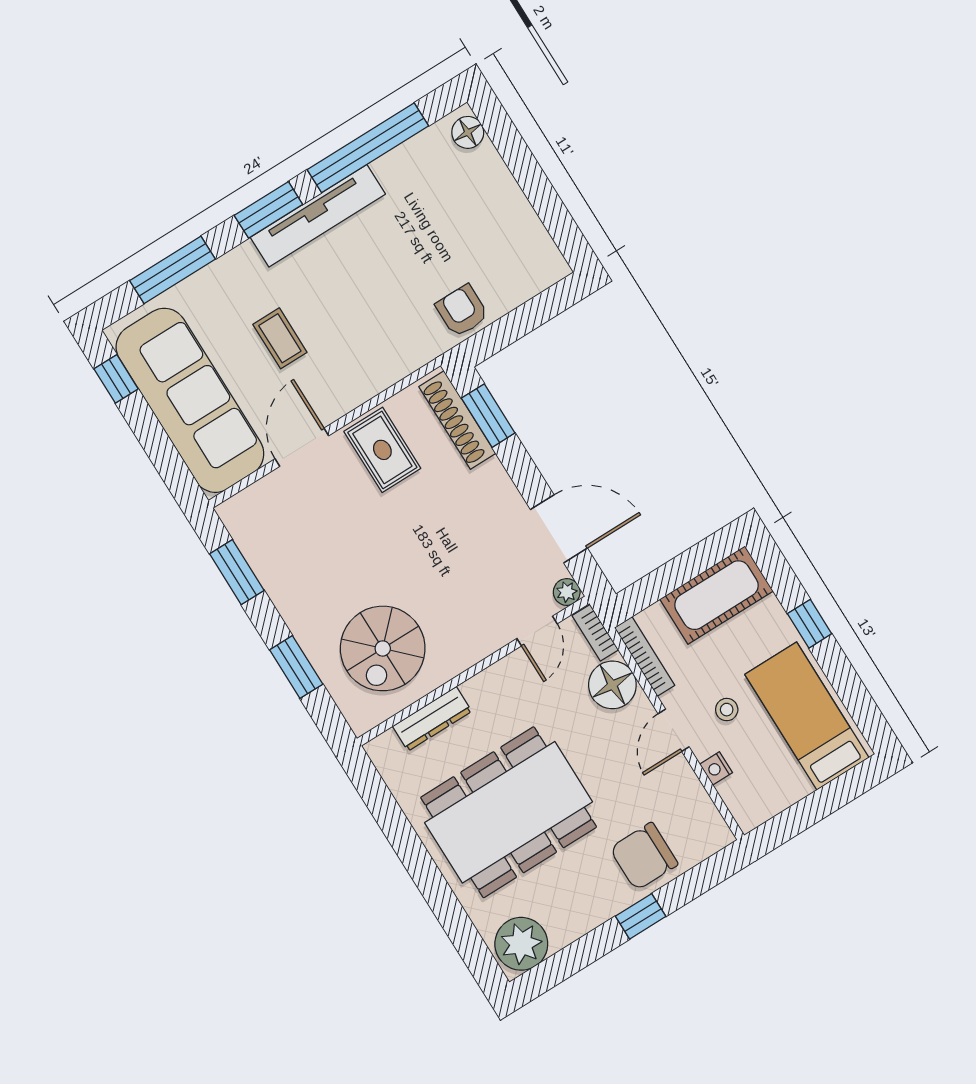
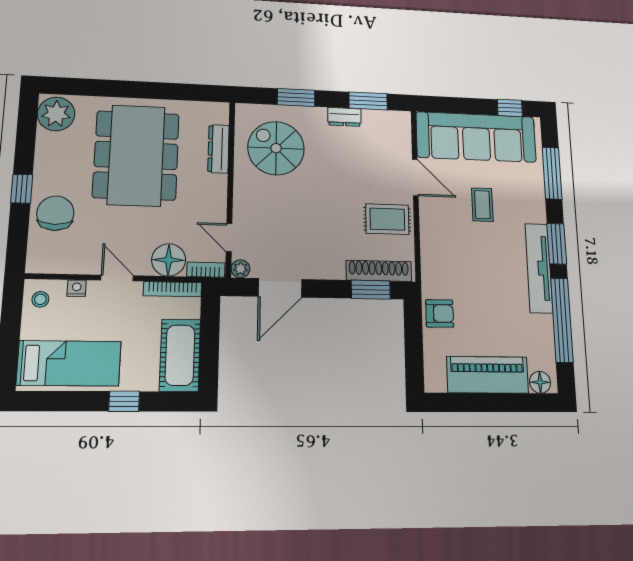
piano: (501, 205) -> (488, 375), added
coffee table: (280, 338) -> (482, 205), turned 90
dresser: (280, 589) -> (344, 117), added
stool: (727, 710) -> (40, 299), moved

